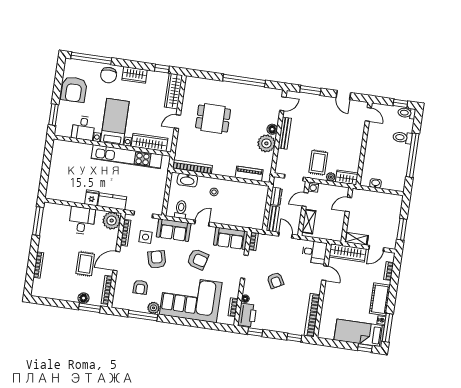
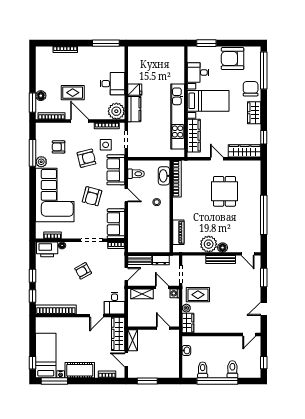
chair: (109, 75) -> (251, 89), turned 90
toilet: (407, 113) -> (203, 370), moved
window: (255, 332) -> (33, 276), moved

